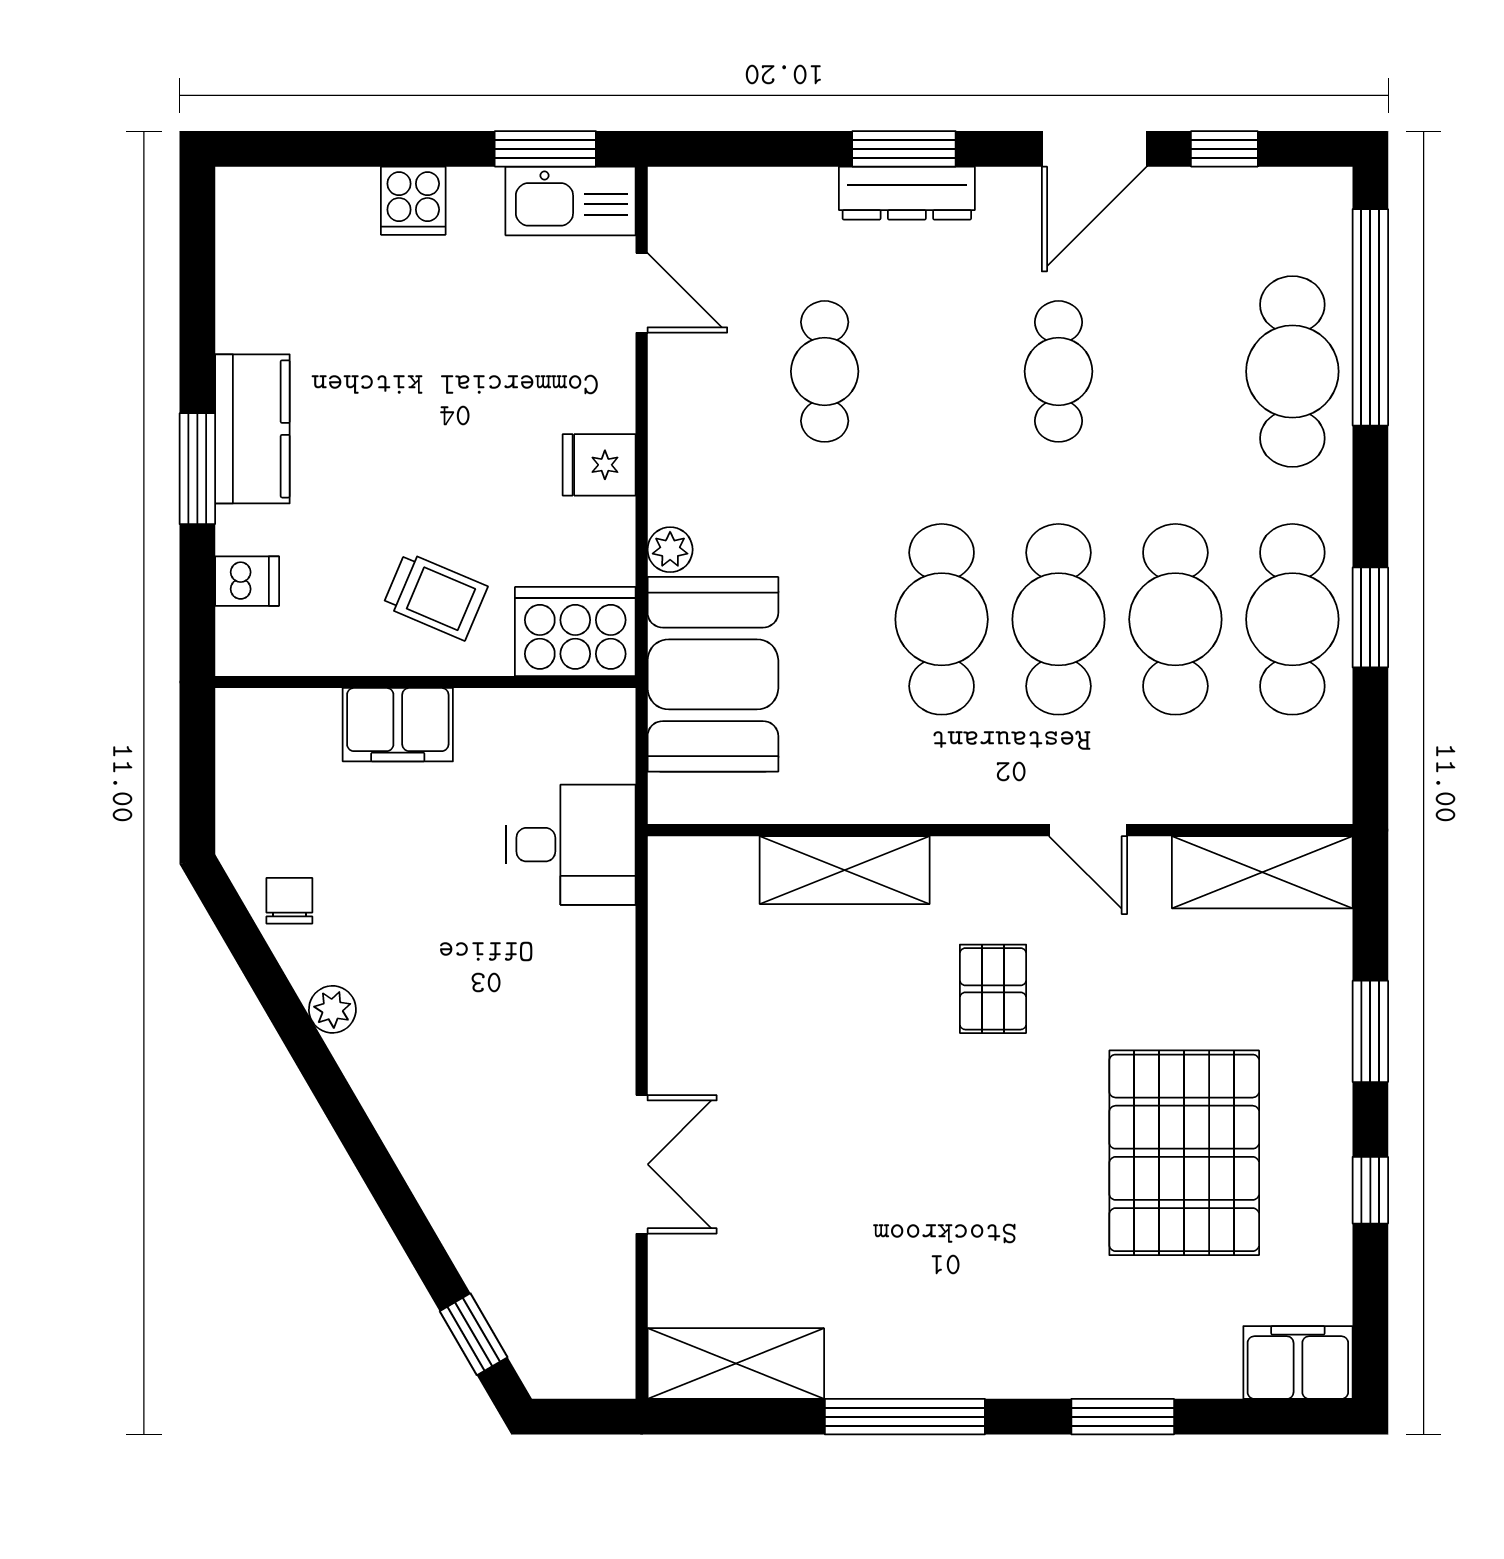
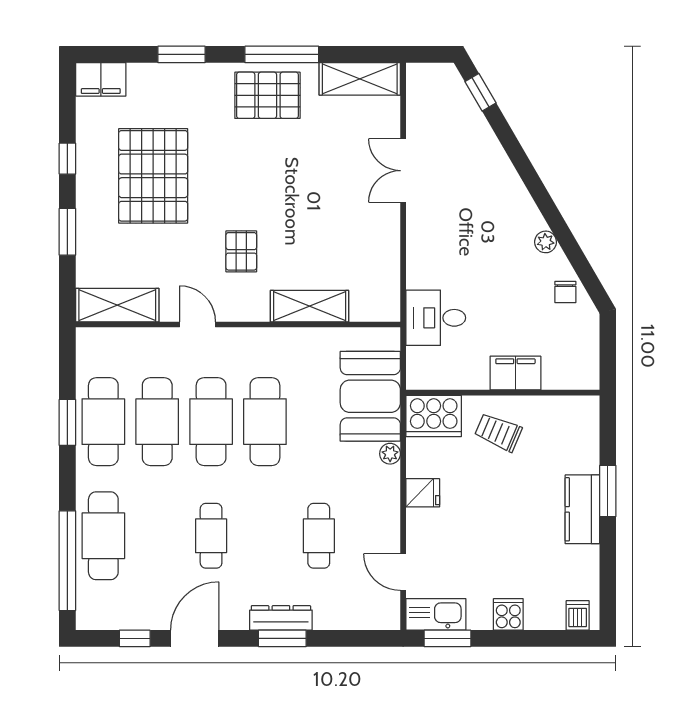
dishwasher: (247, 581) -> (578, 615), moved, turned 90
pallet: (936, 1328) -> (267, 95), added

